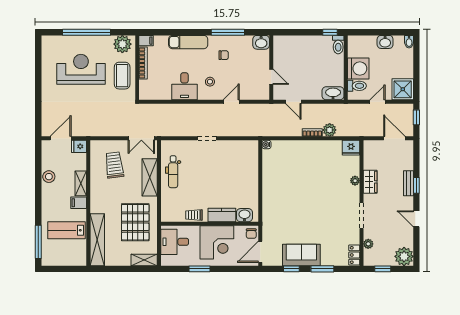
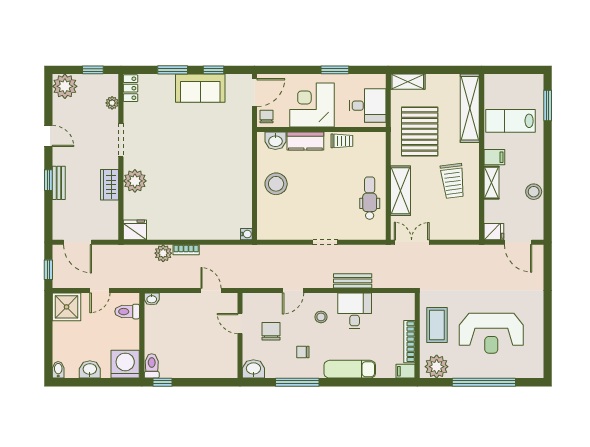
washing machine: (358, 69) -> (125, 364), moved, turned 90
chair: (248, 71) -> (271, 331), added
washbasin: (333, 93) -> (152, 299), width x0.52, depth x0.69
bench: (186, 109) -> (353, 281), added
door: (61, 138) -> (518, 242), hinge flipped
trolley: (114, 165) -> (453, 181), moved
plant: (355, 181) -> (135, 181), width x1.88, depth x1.88
stool: (244, 183) -> (276, 184), added
lab bench: (66, 230) -> (510, 121), turned 180
window: (38, 242) -> (548, 106), width x0.69

